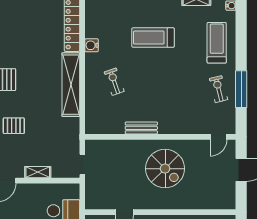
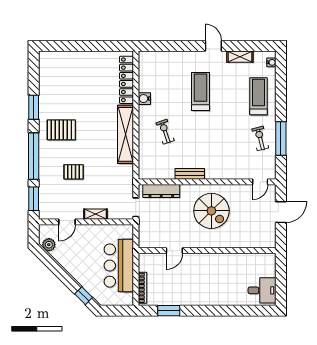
treadmill: (153, 38) -> (200, 91), turned 90
dresser: (110, 147) -> (161, 191), added

